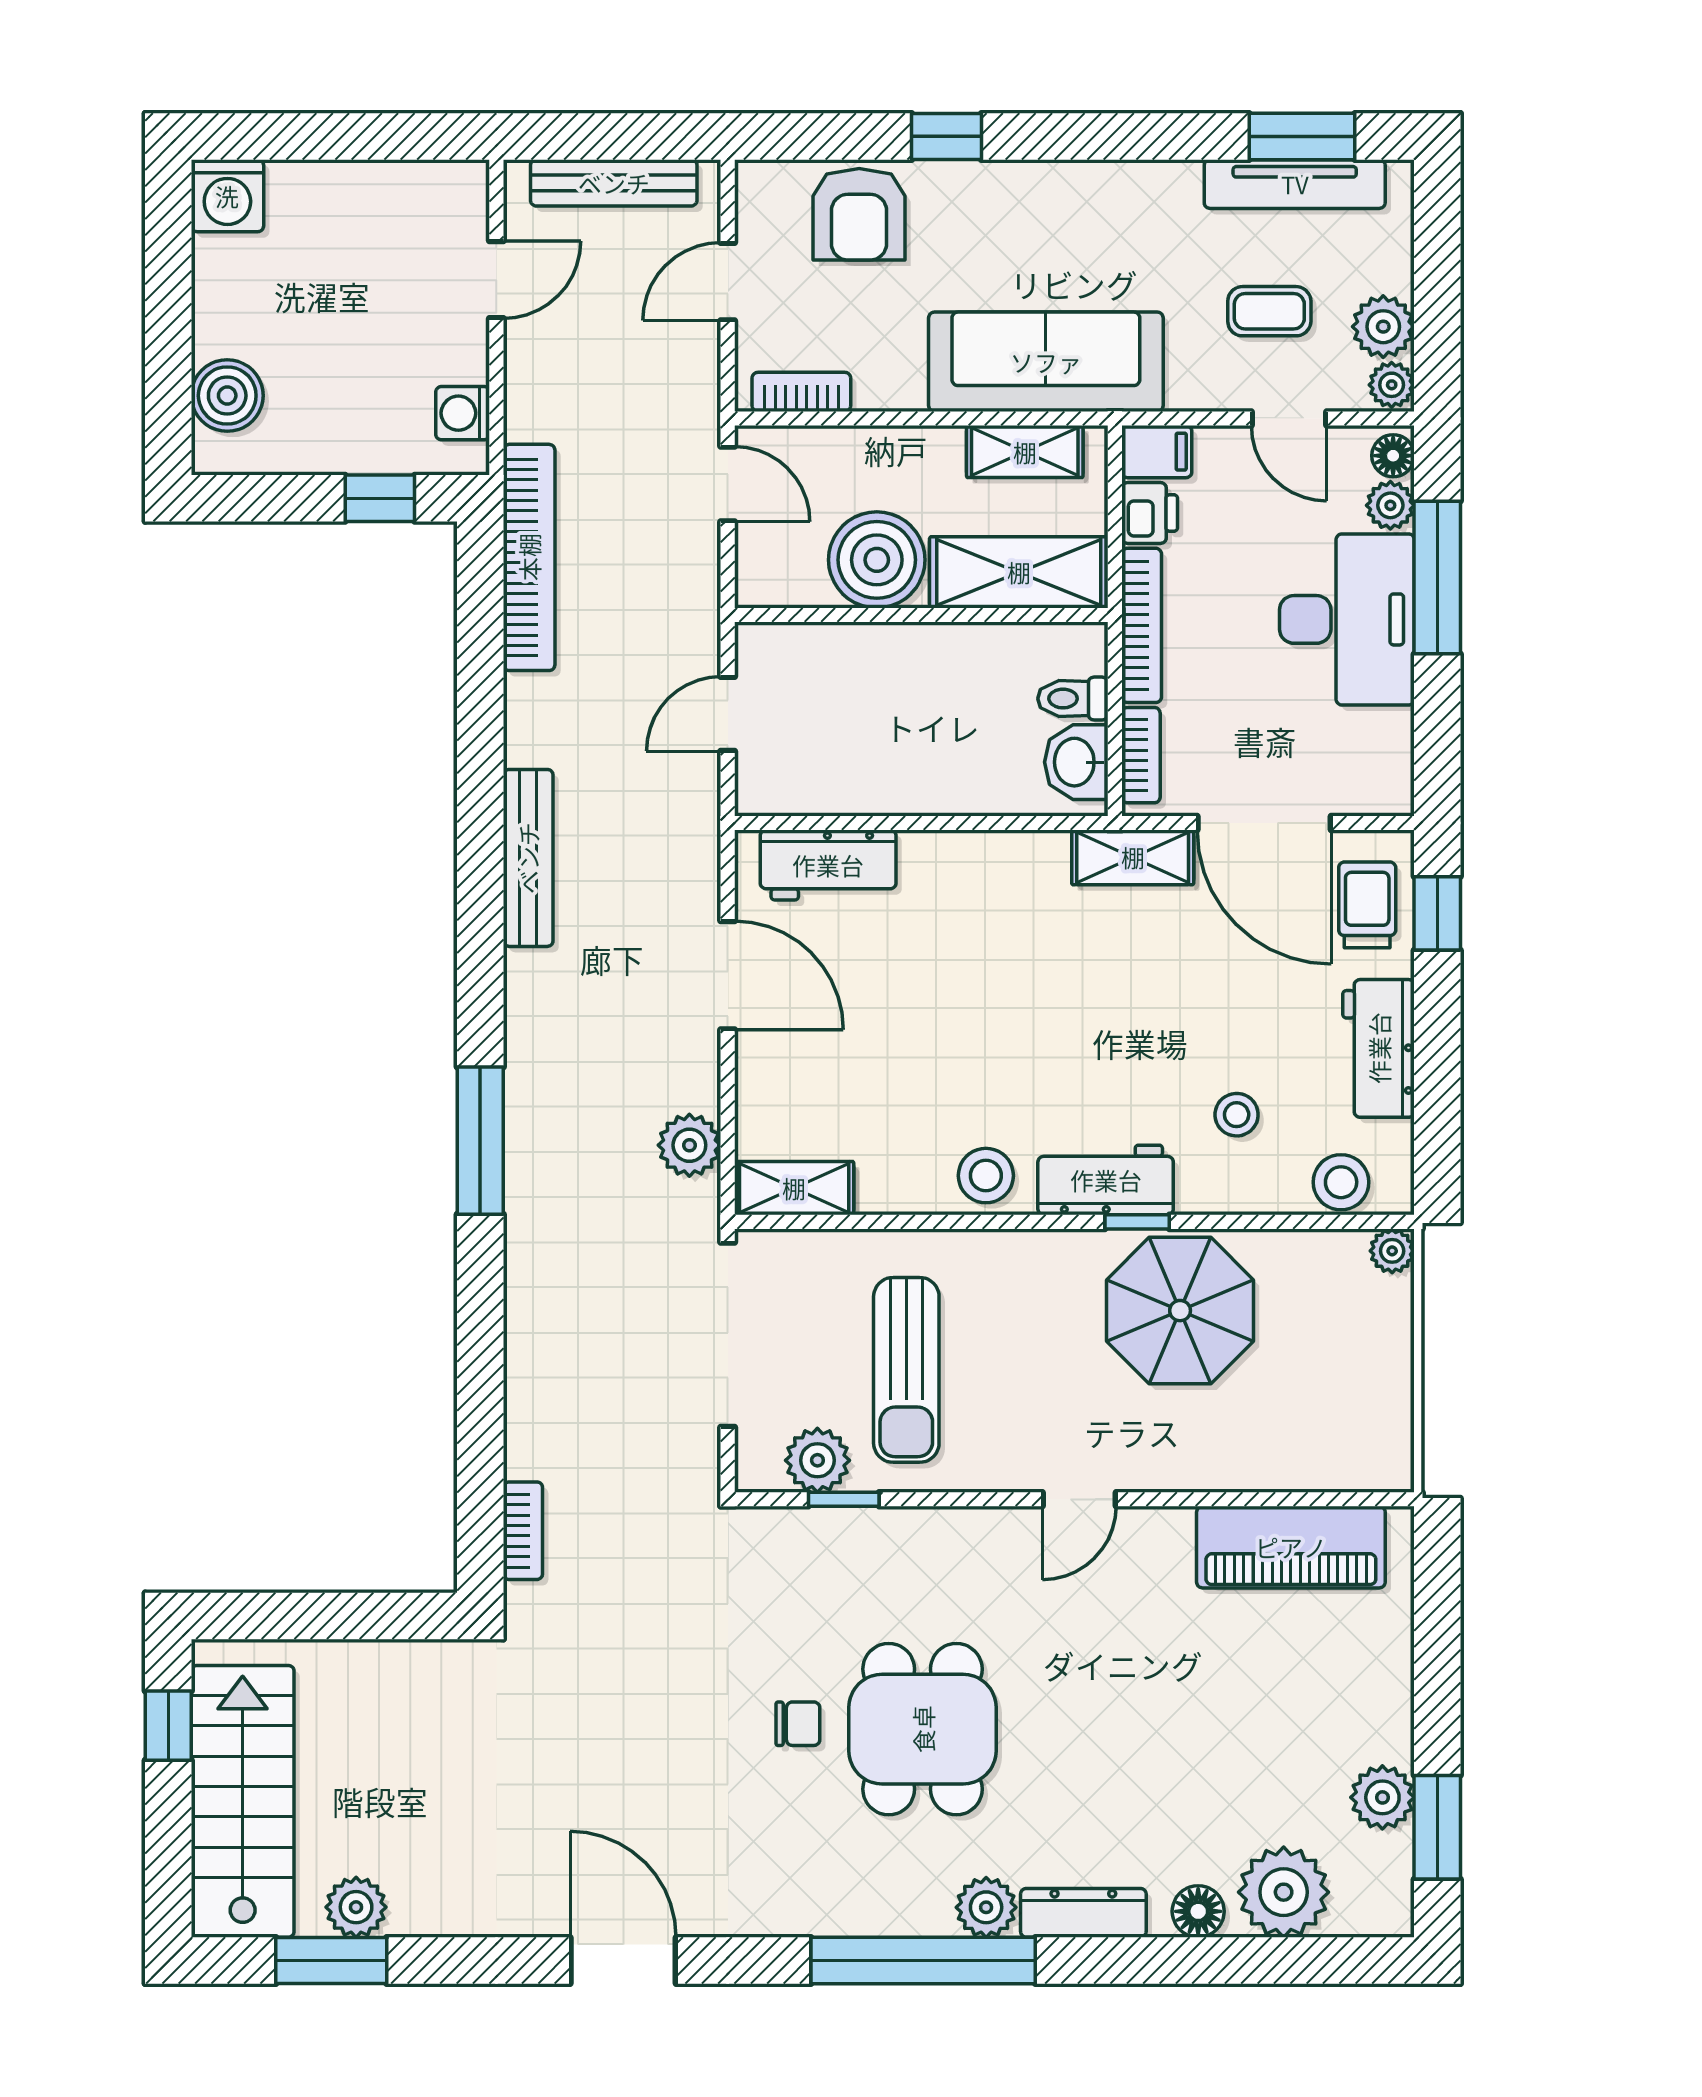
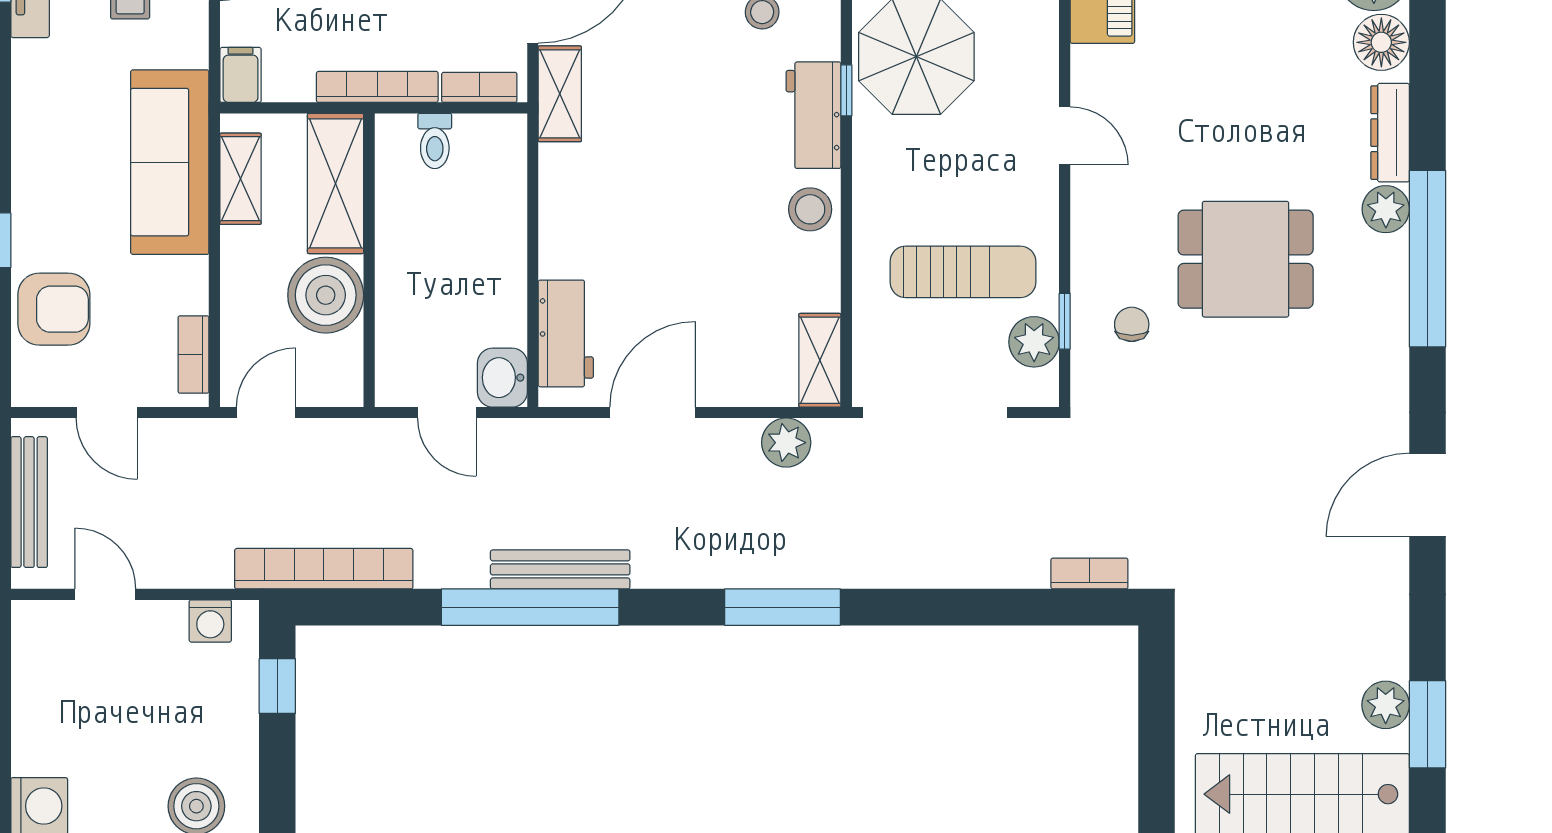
printer: (1150, 513) -> (289, 81), removed
washbasin: (1076, 762) -> (502, 378), moved, turned 90
window: (480, 820) -> (530, 607), added
chair: (798, 1724) -> (1132, 324), moved
floor lamp: (1198, 1911) -> (1381, 42), width x1.38, depth x1.38

